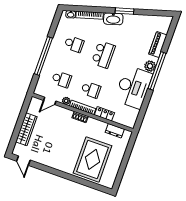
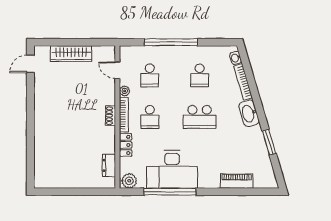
window: (124, 11) -> (269, 142), moved
plant: (150, 66) -> (129, 181), moved
window: (157, 71) -> (170, 192), moved
rug: (92, 159) -> (63, 150), removed

